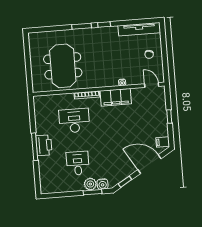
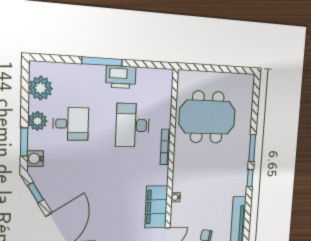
filing cabinet: (116, 97) -> (156, 207), moved
desk: (74, 121) -> (133, 125), turned 180
printer: (44, 145) -> (121, 77), moved
plant: (90, 184) -> (37, 121), moved
plant: (57, 185) -> (41, 88), added

